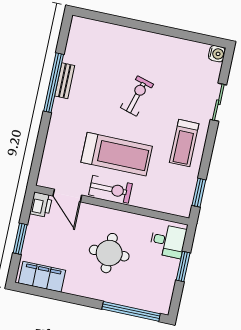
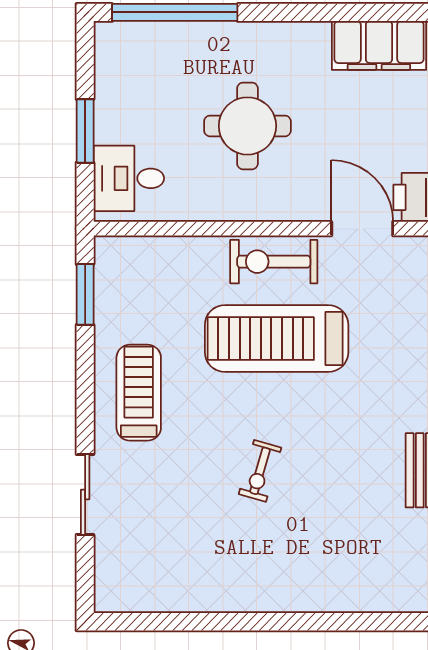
water cooler: (217, 54) -> (110, 597), removed
exercise bike: (137, 96) -> (260, 471), width x0.73, depth x0.72

